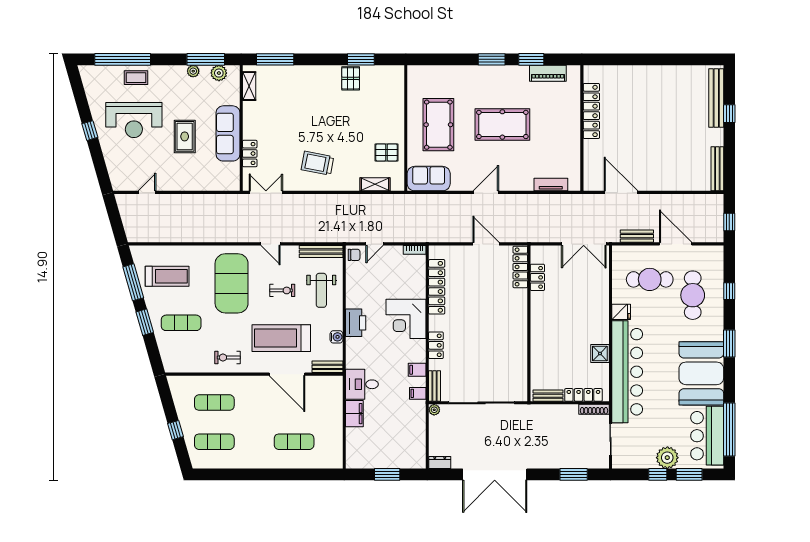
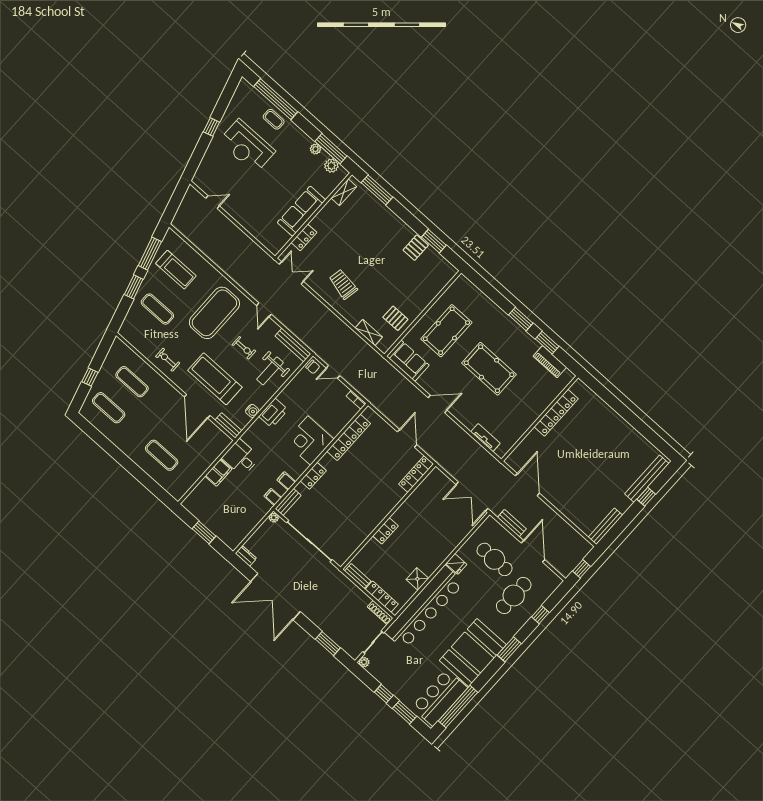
rug: (185, 136) -> (271, 187), removed
locker: (537, 277) -> (385, 531), moved
plant: (667, 458) -> (364, 662), moved, width x0.53, depth x0.53

